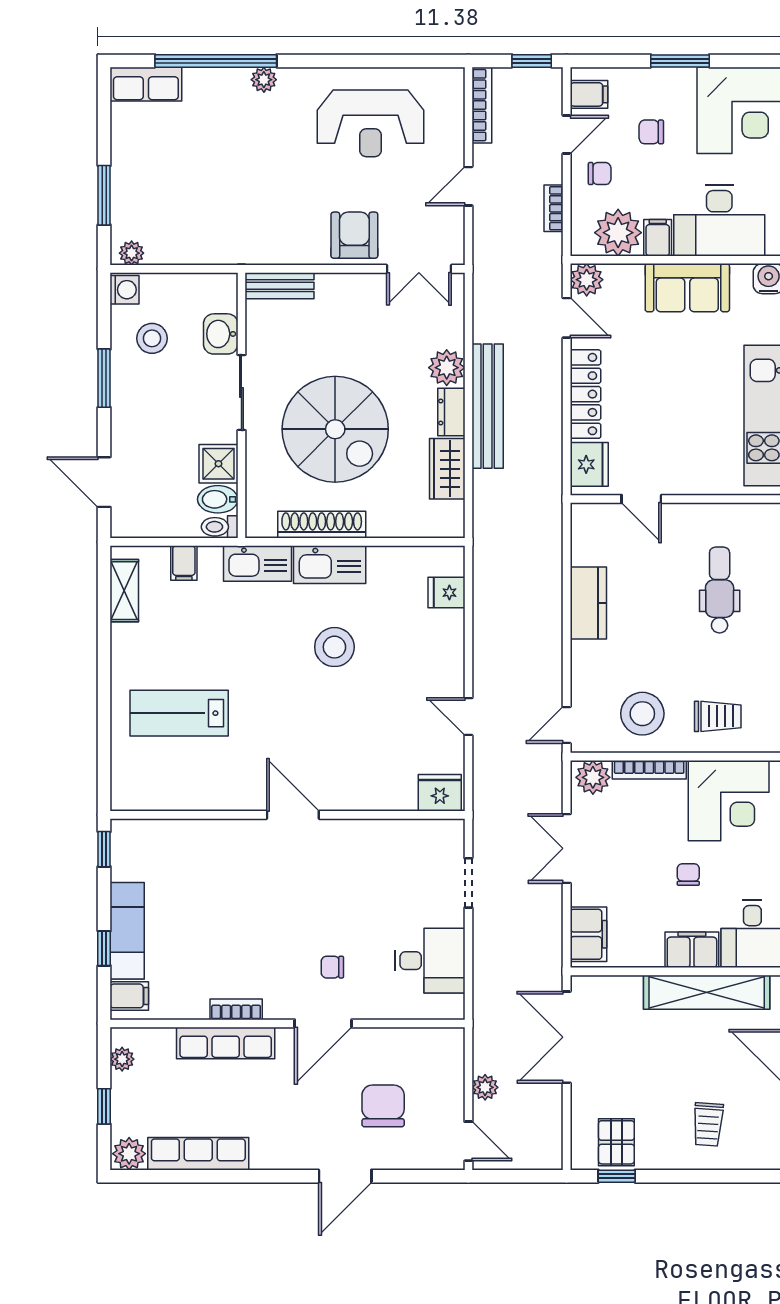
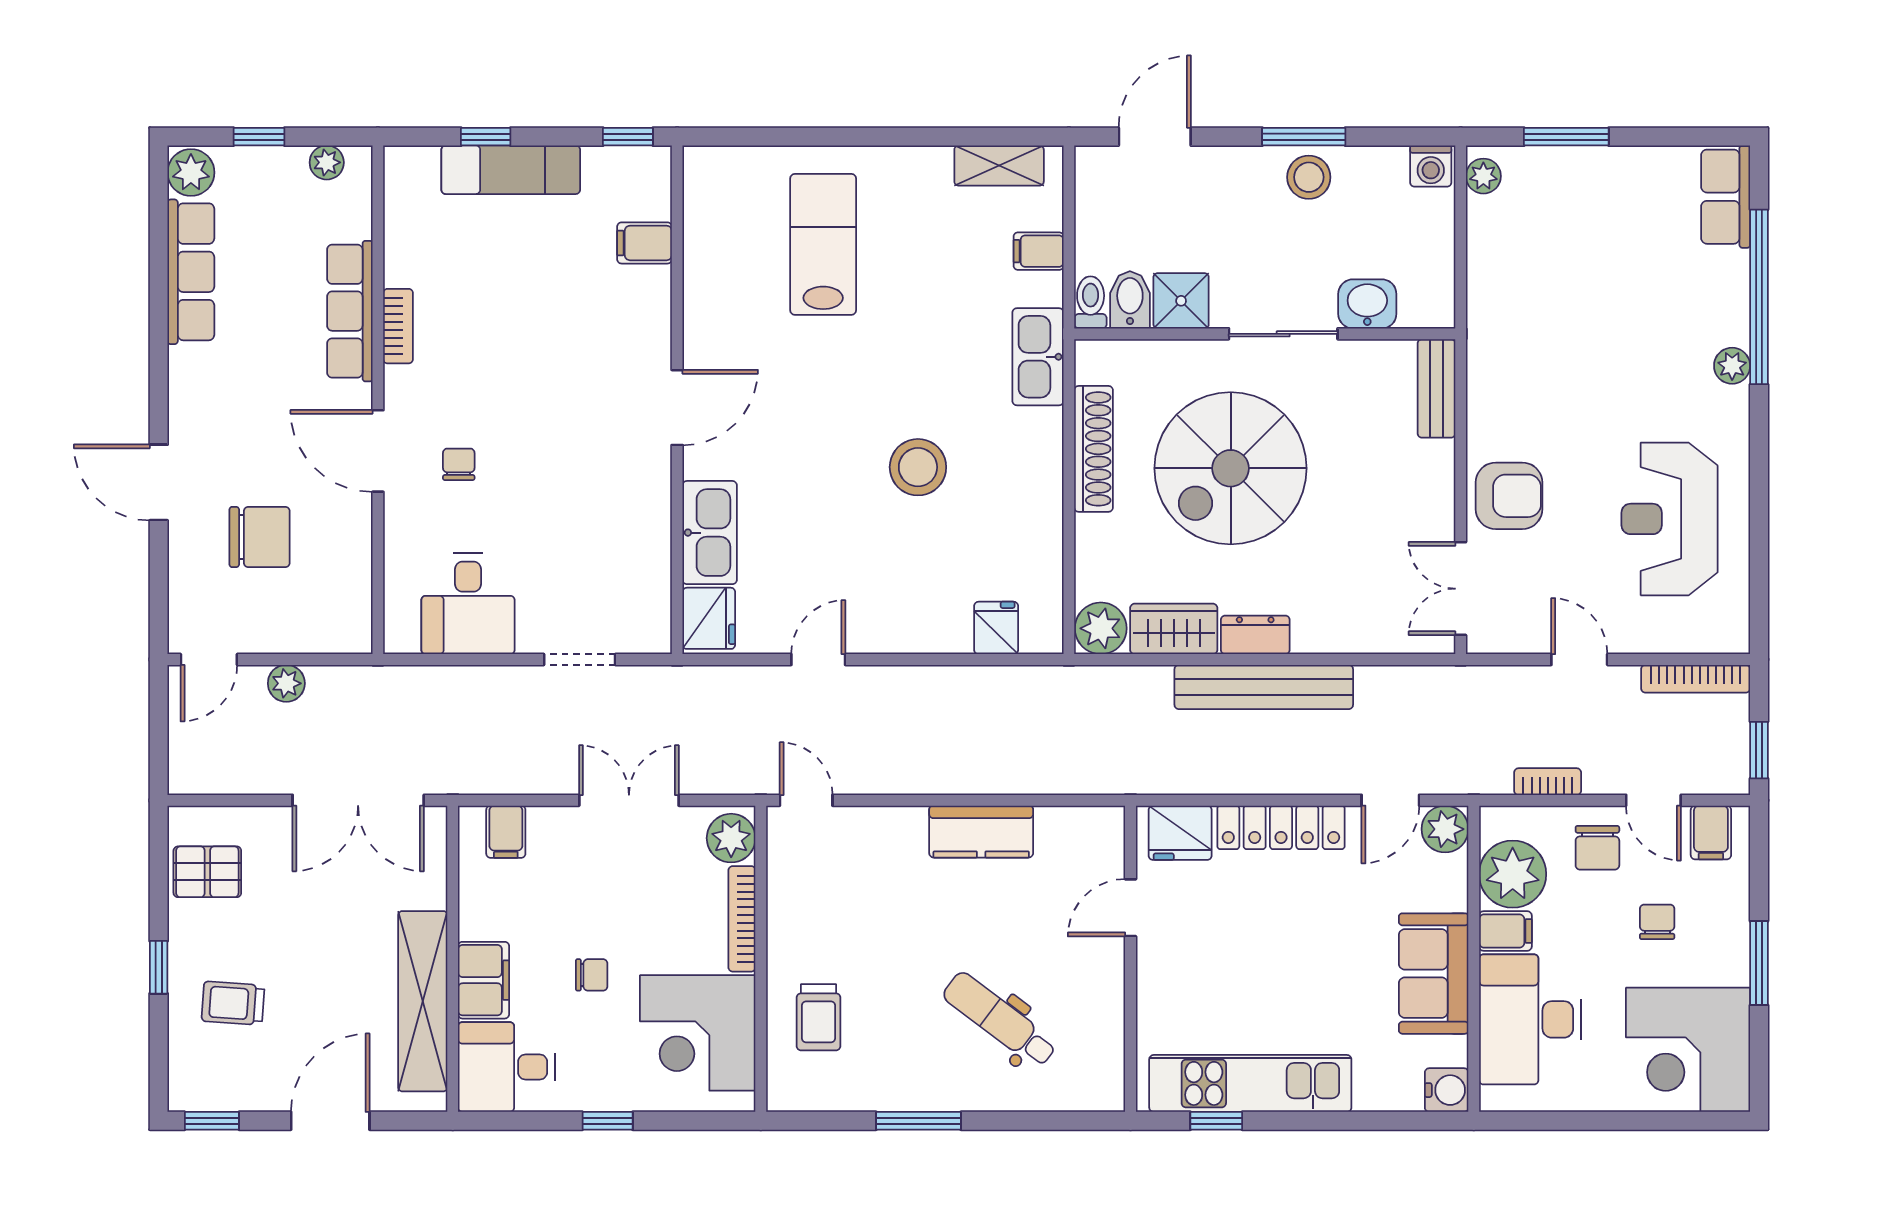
chair: (600, 174) -> (1597, 848), width x1.37, depth x1.37
stool: (152, 338) -> (1309, 177), moved
plant: (447, 368) -> (1101, 628), moved
kitchen sink: (330, 565) -> (710, 533), moved, turned 180
dental chair: (720, 590) -> (1000, 1020), turned -143
stool: (642, 714) -> (822, 909), removed
filing cabinet: (589, 934) -> (506, 832), width x0.50
filing cabinet: (129, 996) -> (644, 243), moved, turned 90
double door: (567, 1037) -> (358, 800), swing flipped
window: (617, 1176) -> (159, 967), moved

